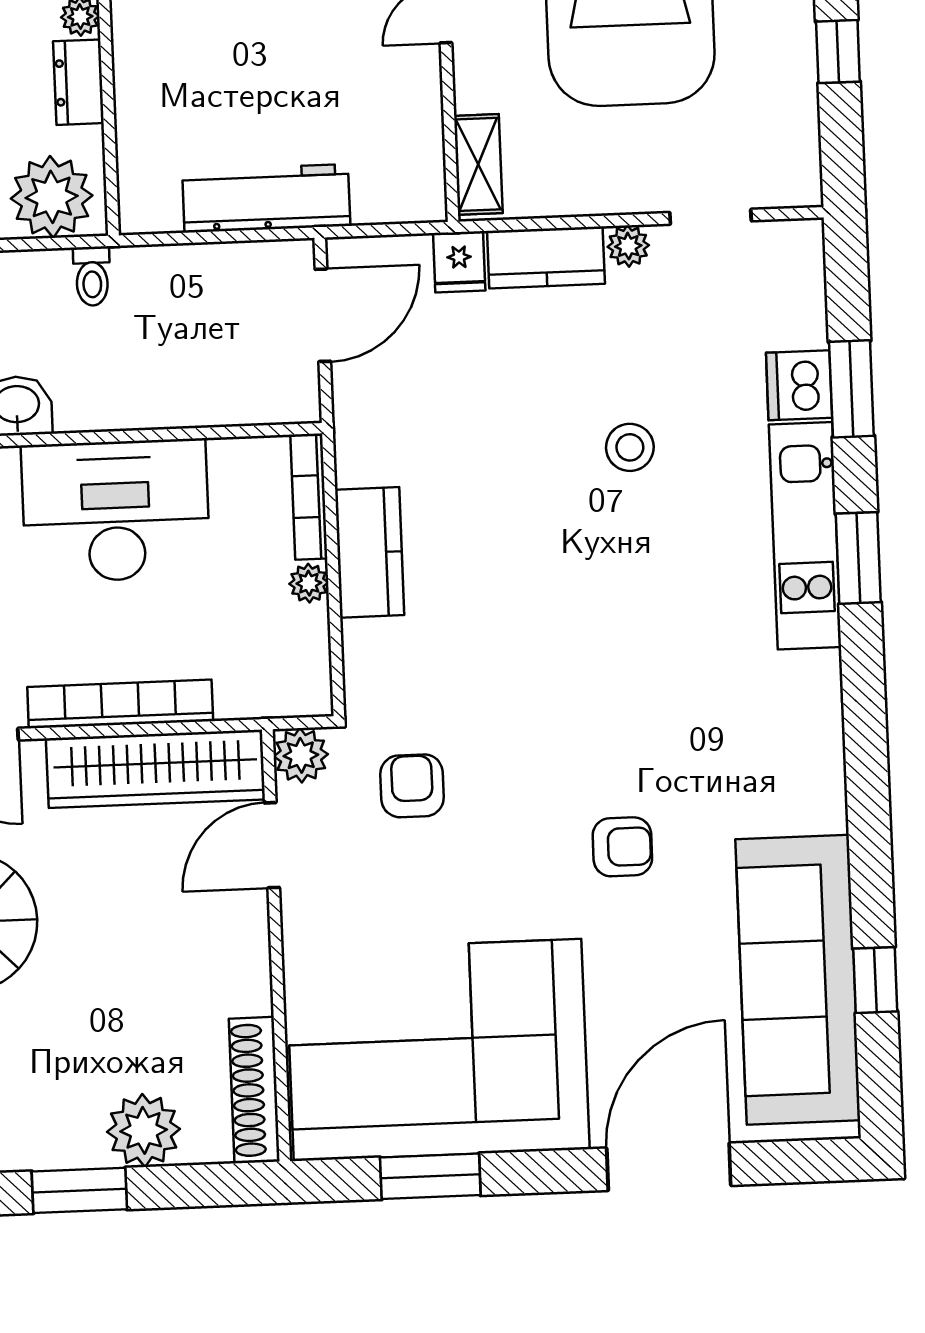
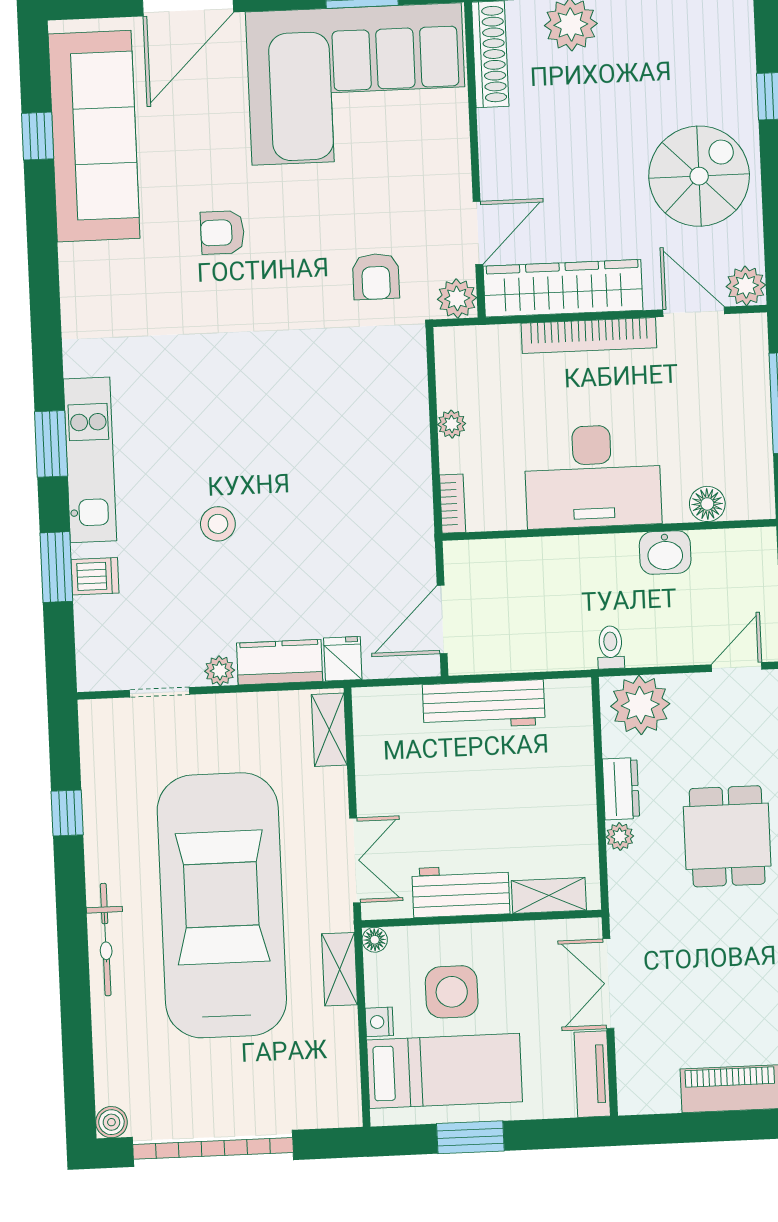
dishwasher: (799, 385) -> (95, 576), width x0.73
bookcase: (309, 497) -> (453, 504), width x0.64
kitchen counter: (370, 552) -> (407, 447), removed

